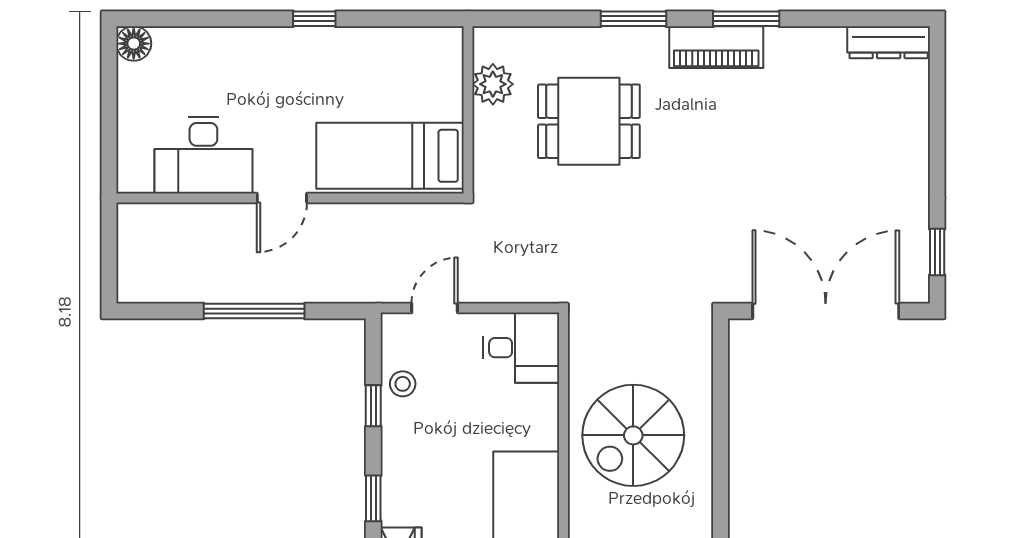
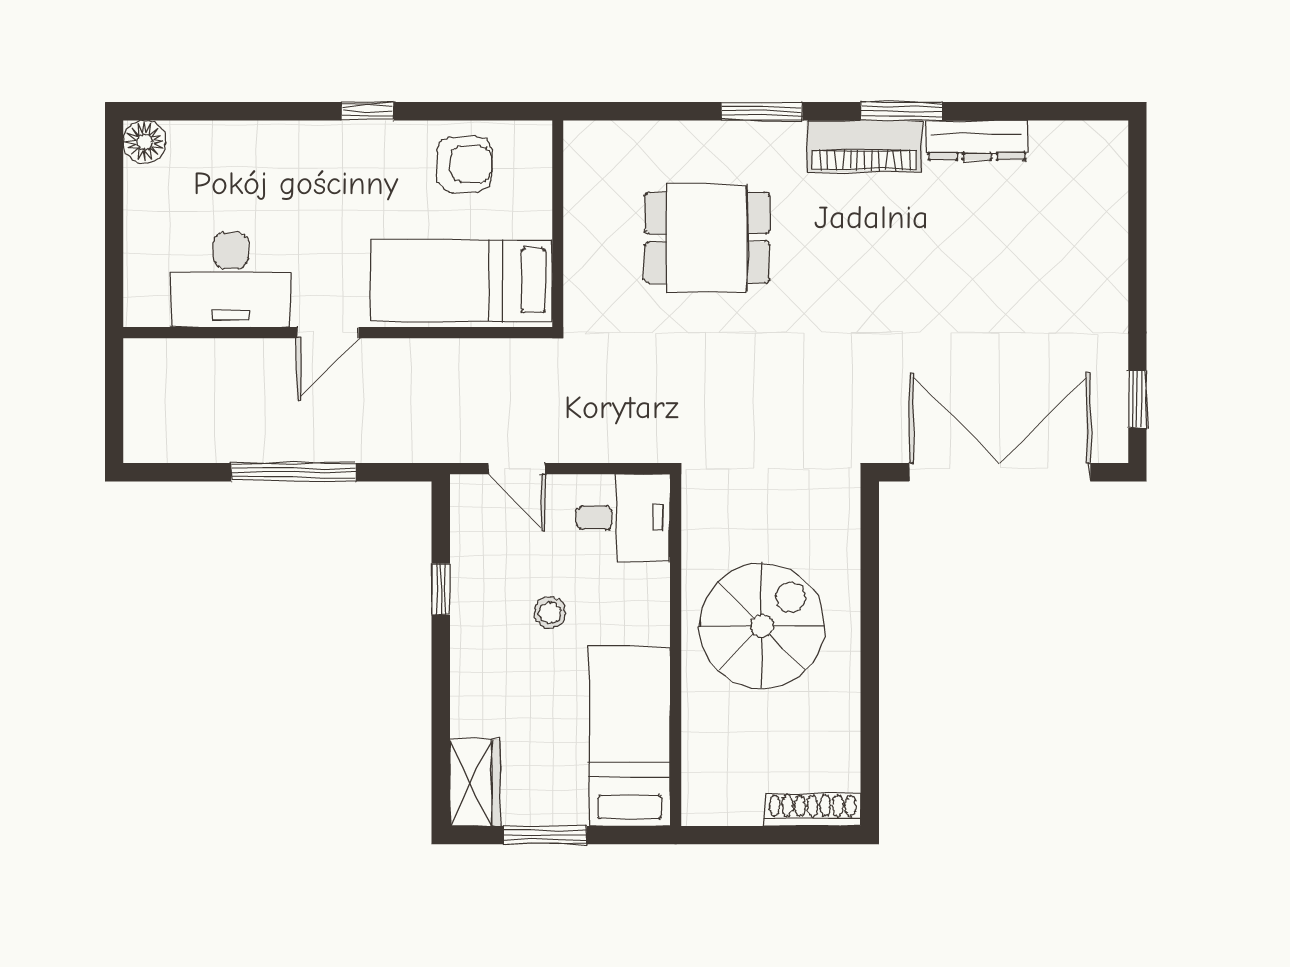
dresser: (889, 42) -> (977, 140), moved
armchair: (392, 61) -> (464, 164), added
plant: (493, 84) -> (588, 192), removed
door: (435, 308) -> (516, 469), swing flipped
stool: (403, 384) -> (550, 612), moved
spiral stairs: (633, 435) -> (762, 626), turned 180
window: (373, 498) -> (441, 704), removed

